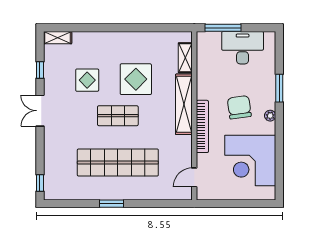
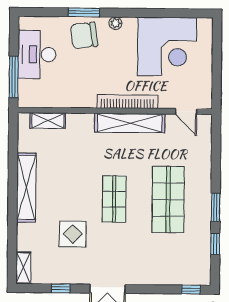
shelving: (127, 40) -> (26, 187), added
display table: (136, 79) -> (72, 178), removed
shelving: (184, 104) -> (130, 123), moved
chair: (239, 107) -> (84, 35), moved
shop shelf: (118, 163) -> (168, 200), width x0.71
window: (80, 204) -> (215, 244), added

